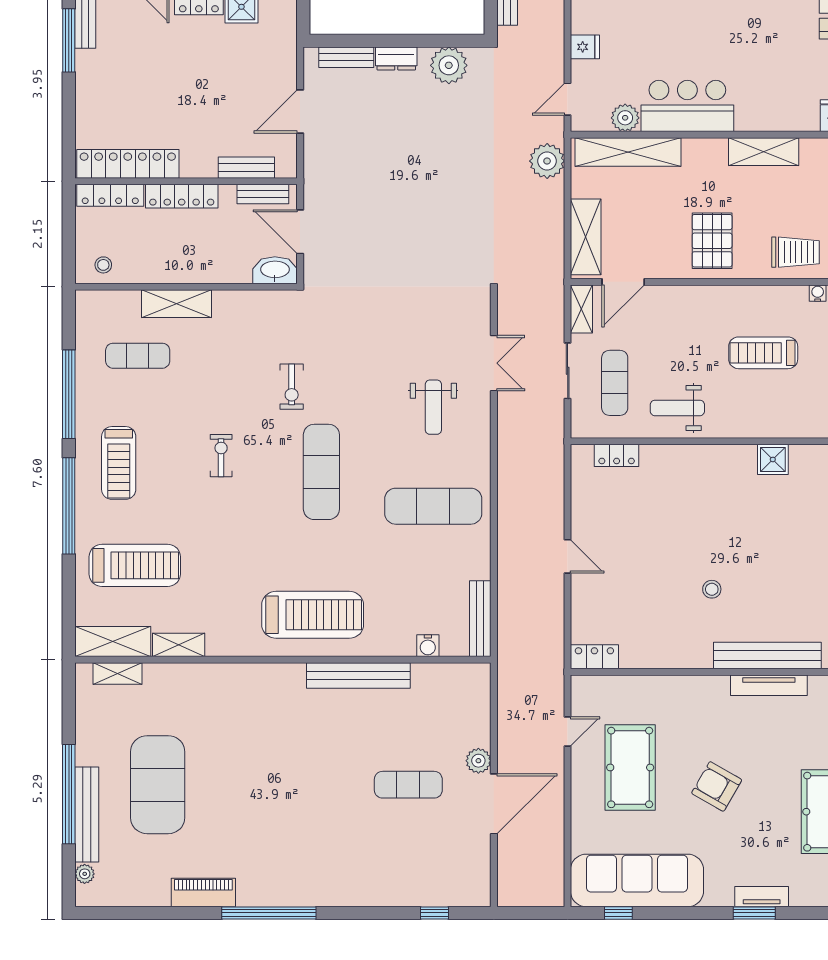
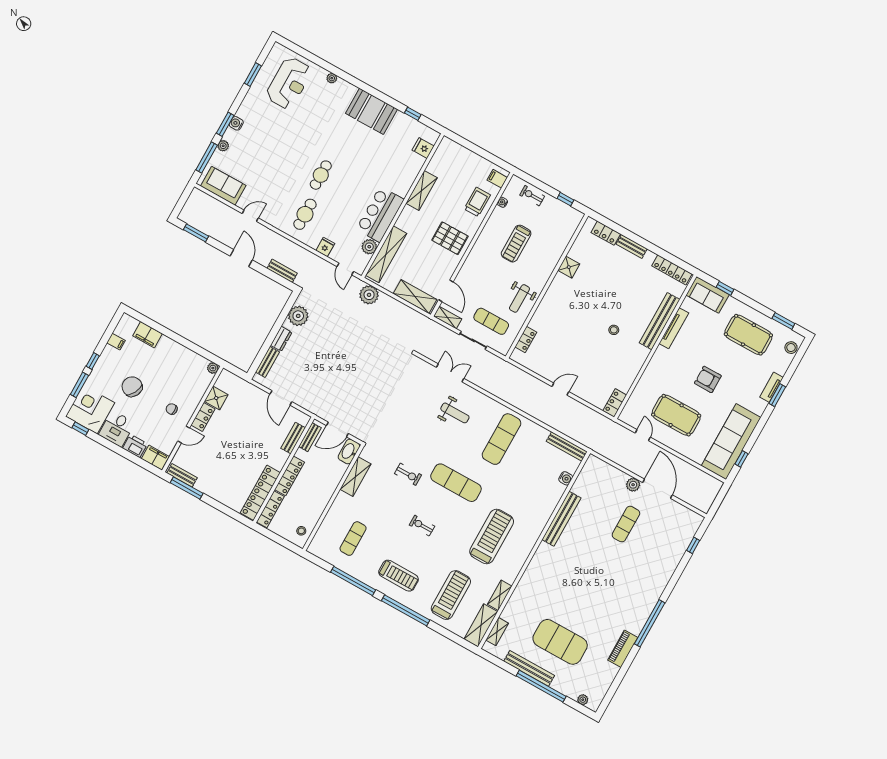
shelving: (177, 304) -> (355, 477), moved
treadmill: (313, 615) -> (492, 536), moved
armchair: (717, 786) -> (708, 379), turned 60
bench: (87, 814) -> (529, 668), moved

